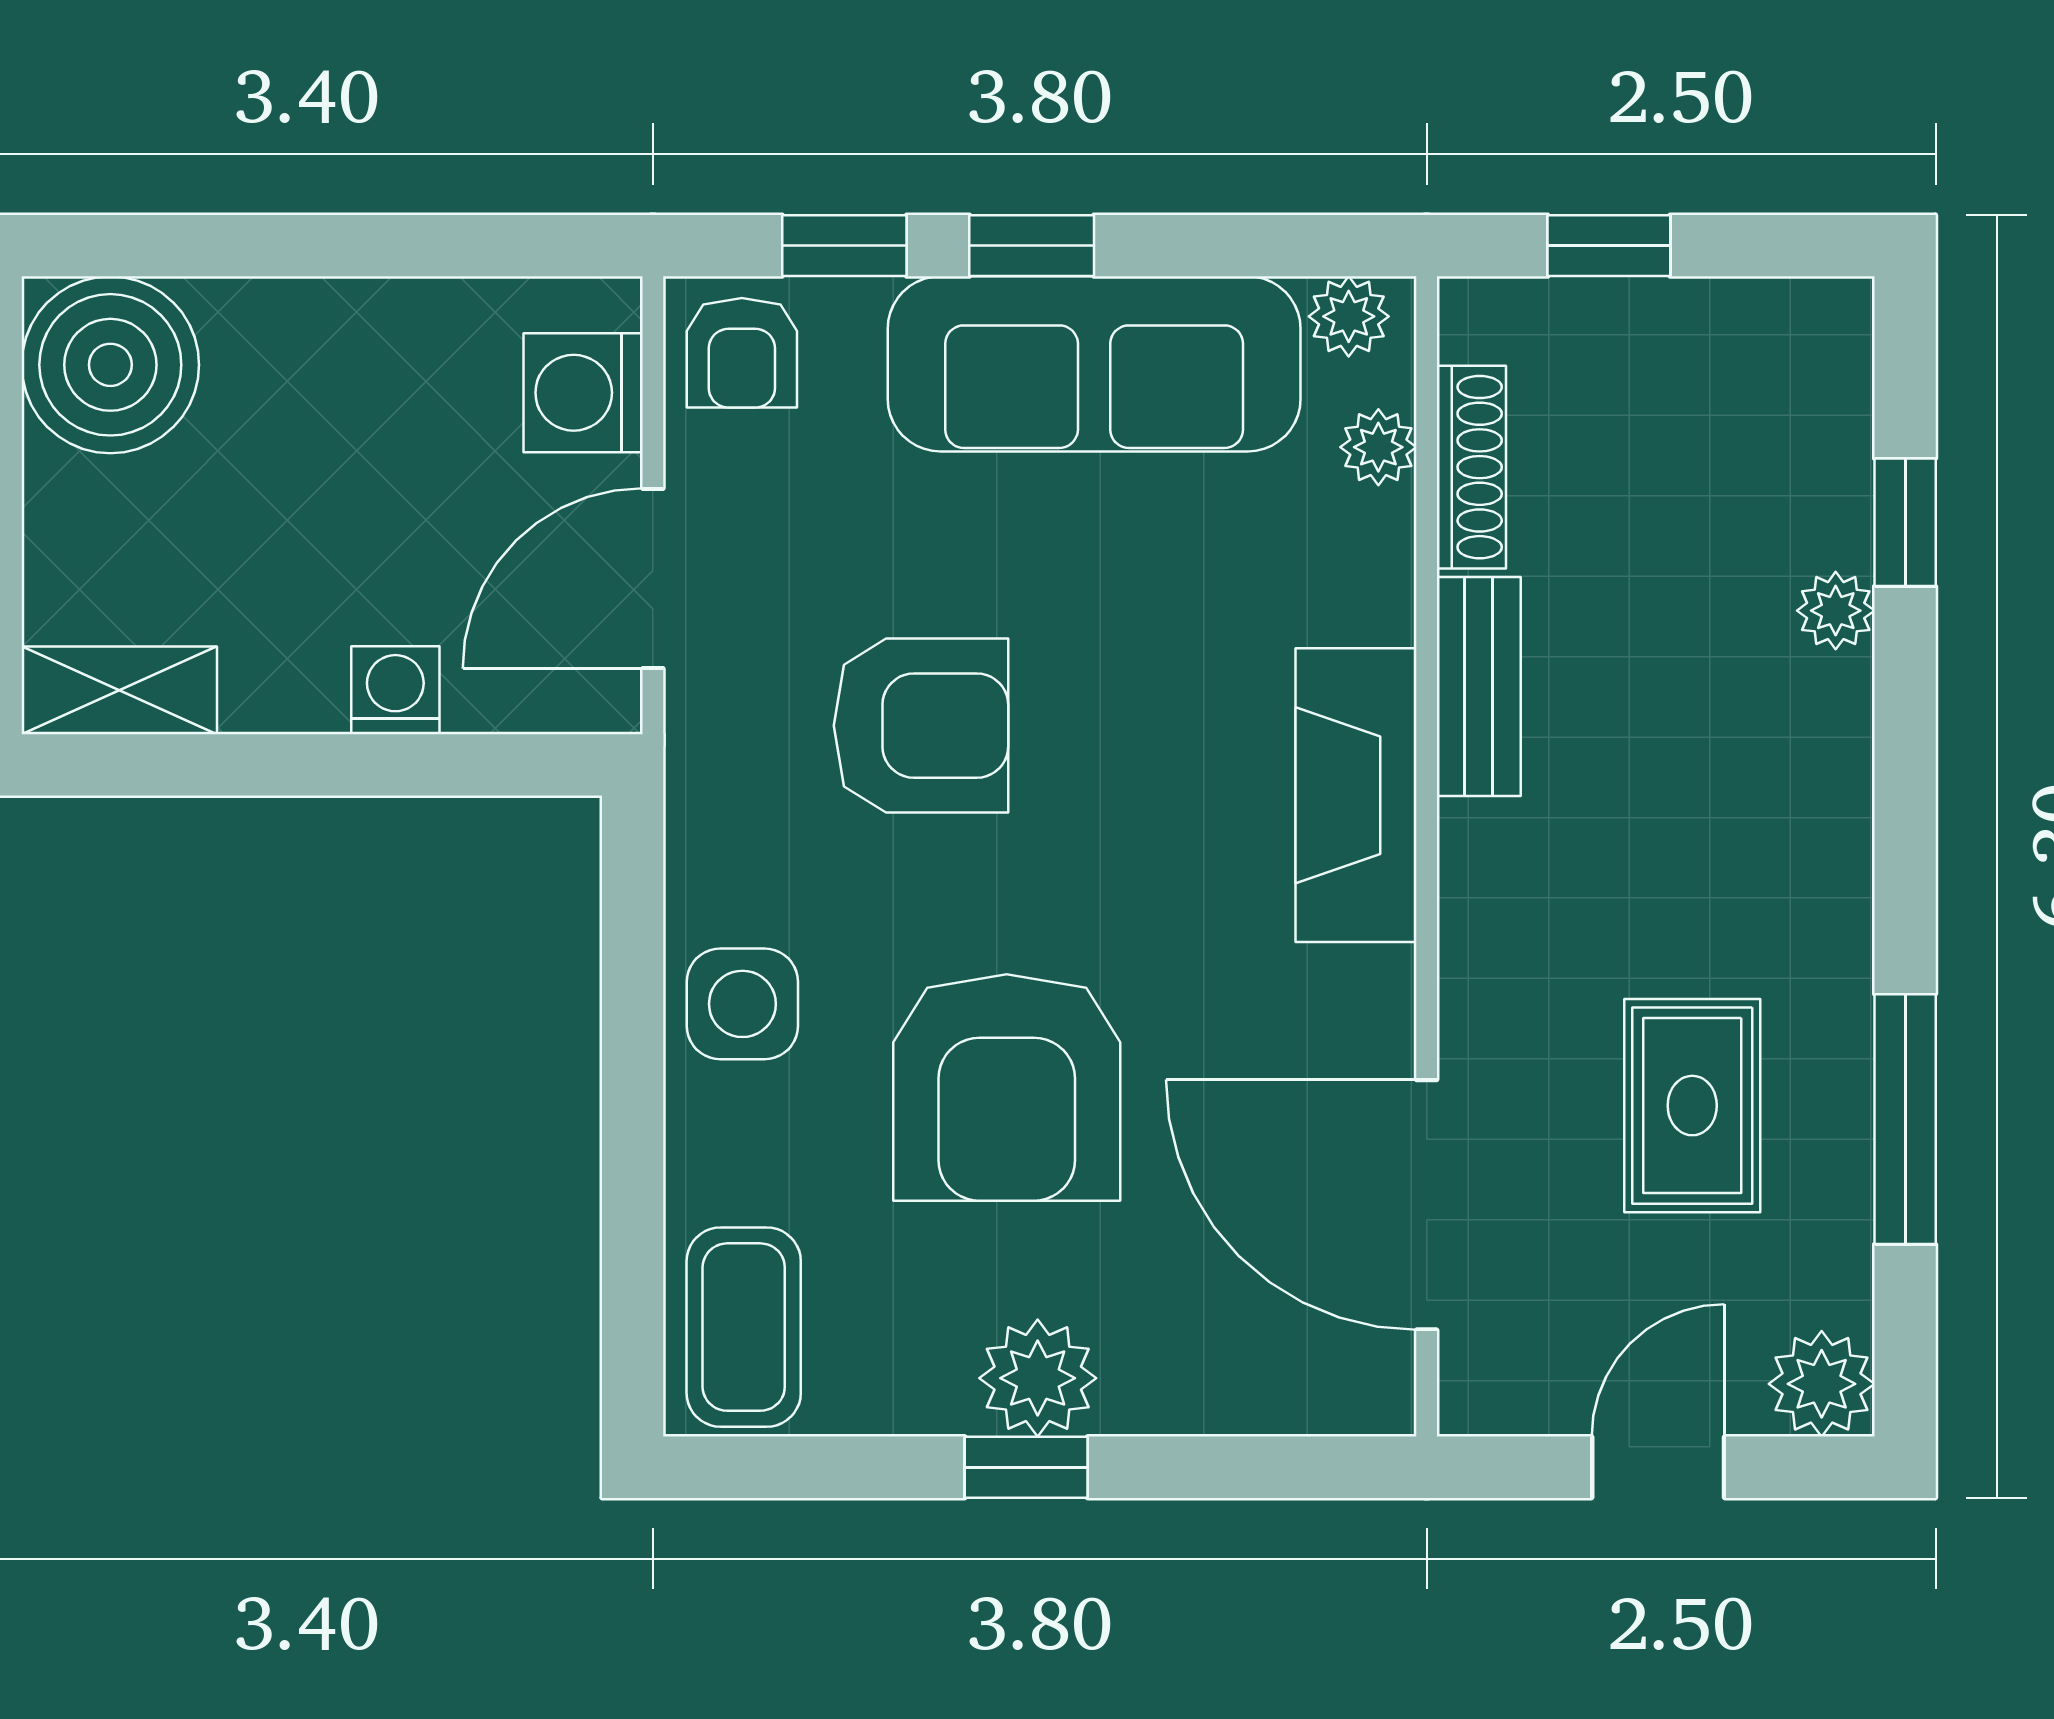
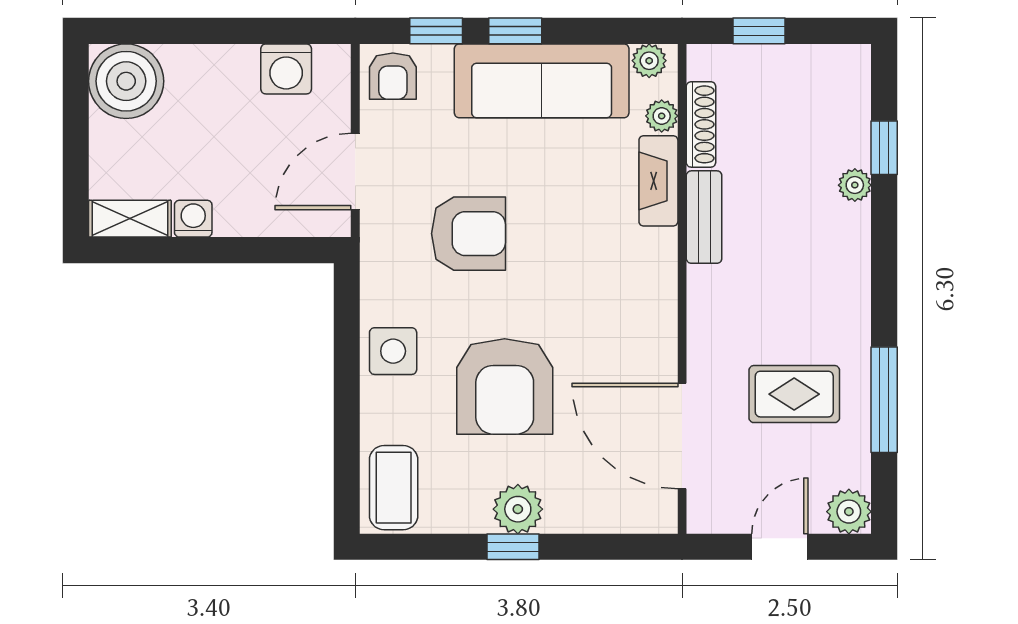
washing machine: (583, 393) -> (286, 69), moved, turned -90
washing machine: (395, 690) -> (193, 219), moved
fireplace: (1356, 795) -> (658, 181), moved, width x0.73, depth x0.76
rug: (1692, 1106) -> (794, 394), turned 90

